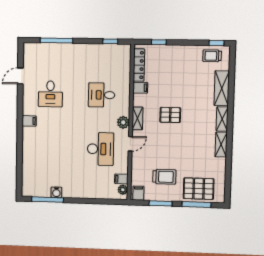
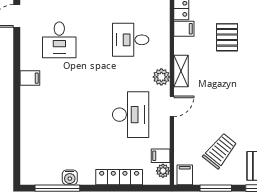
pallet: (170, 115) -> (227, 37), moved, turned 90
trolley: (164, 177) -> (220, 151), turned -51
locker: (91, 193) -> (119, 177), added

